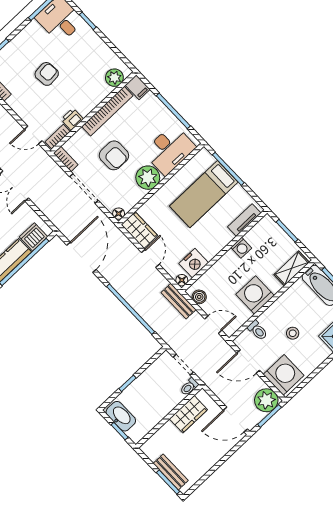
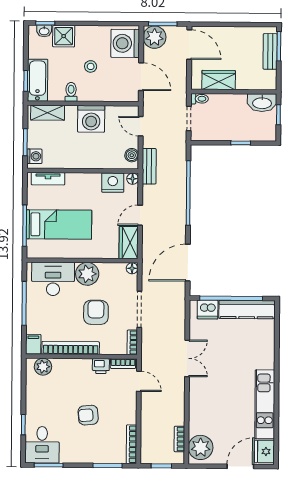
washing machine: (241, 248) -> (34, 156), moved, turned 90
toilet: (258, 330) -> (71, 92), moved
washbasin: (121, 416) -> (262, 103), moved, turned -90

